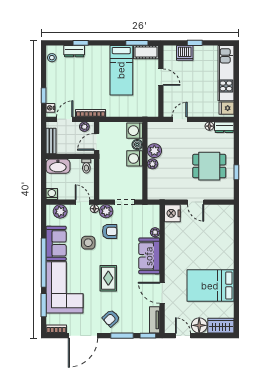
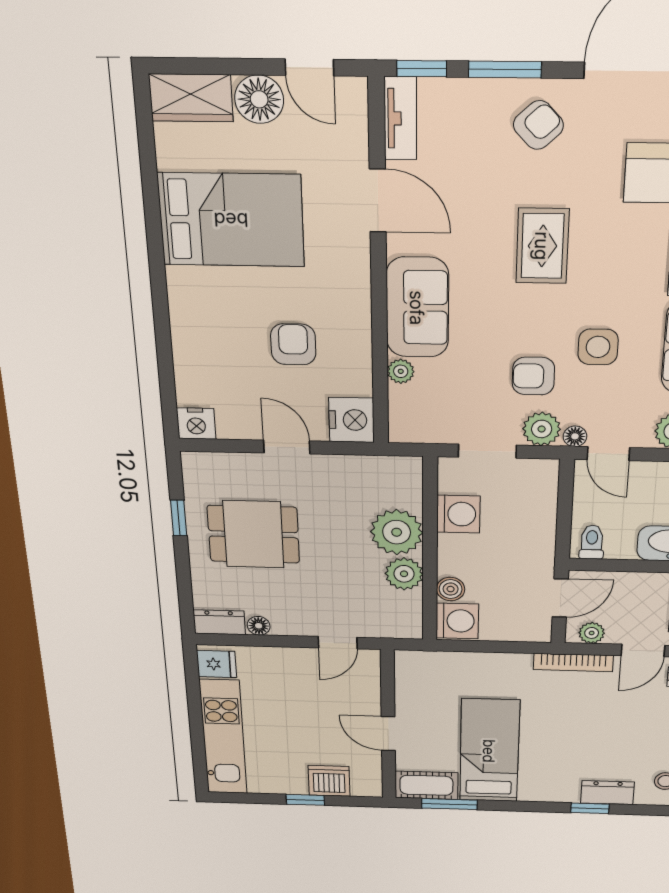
washing machine: (135, 158) -> (458, 514), moved
plant: (152, 164) -> (397, 532), width x1.88, depth x1.88
nightstand: (227, 211) -> (196, 423), added
armchair: (192, 242) -> (293, 344), added

